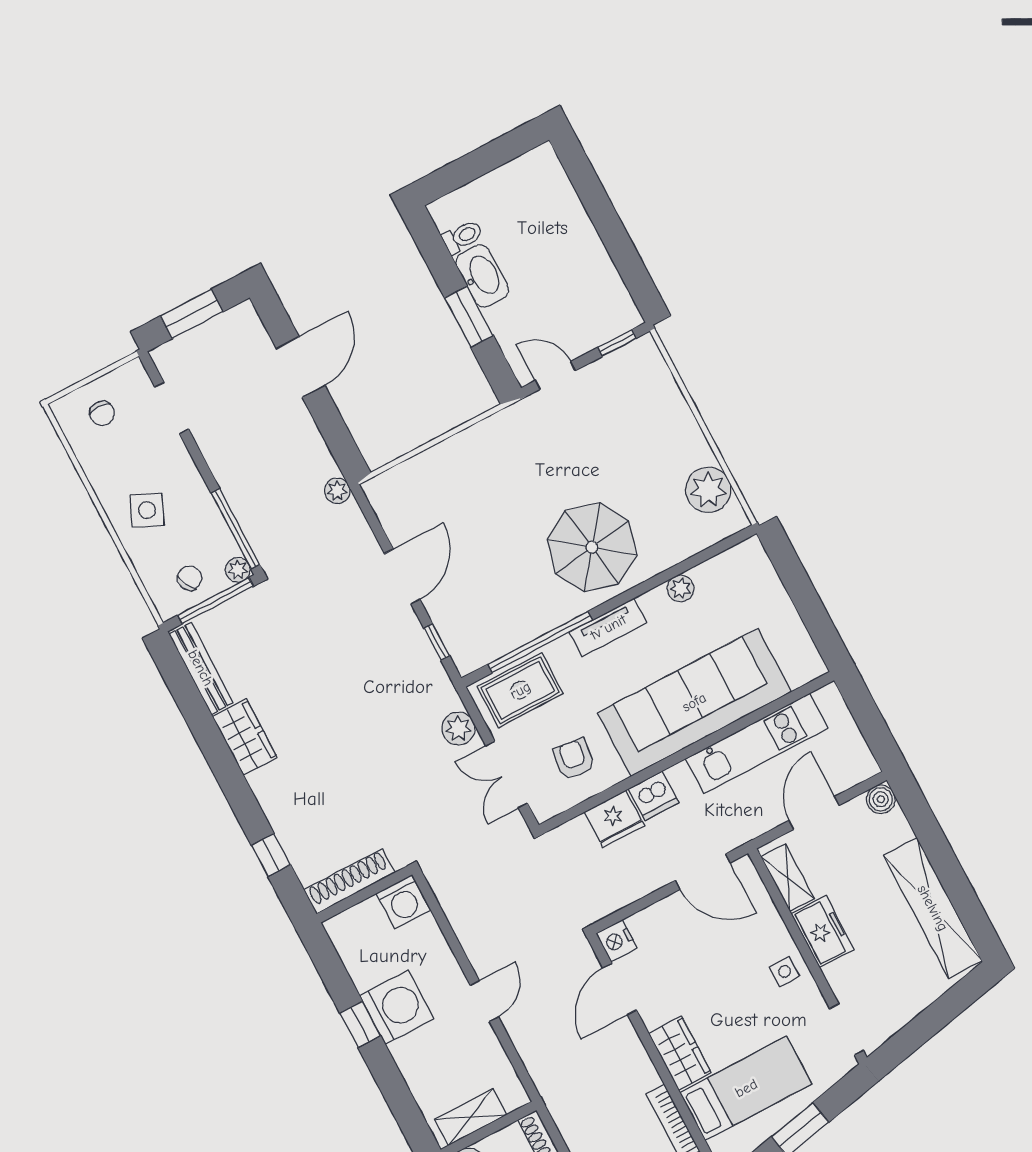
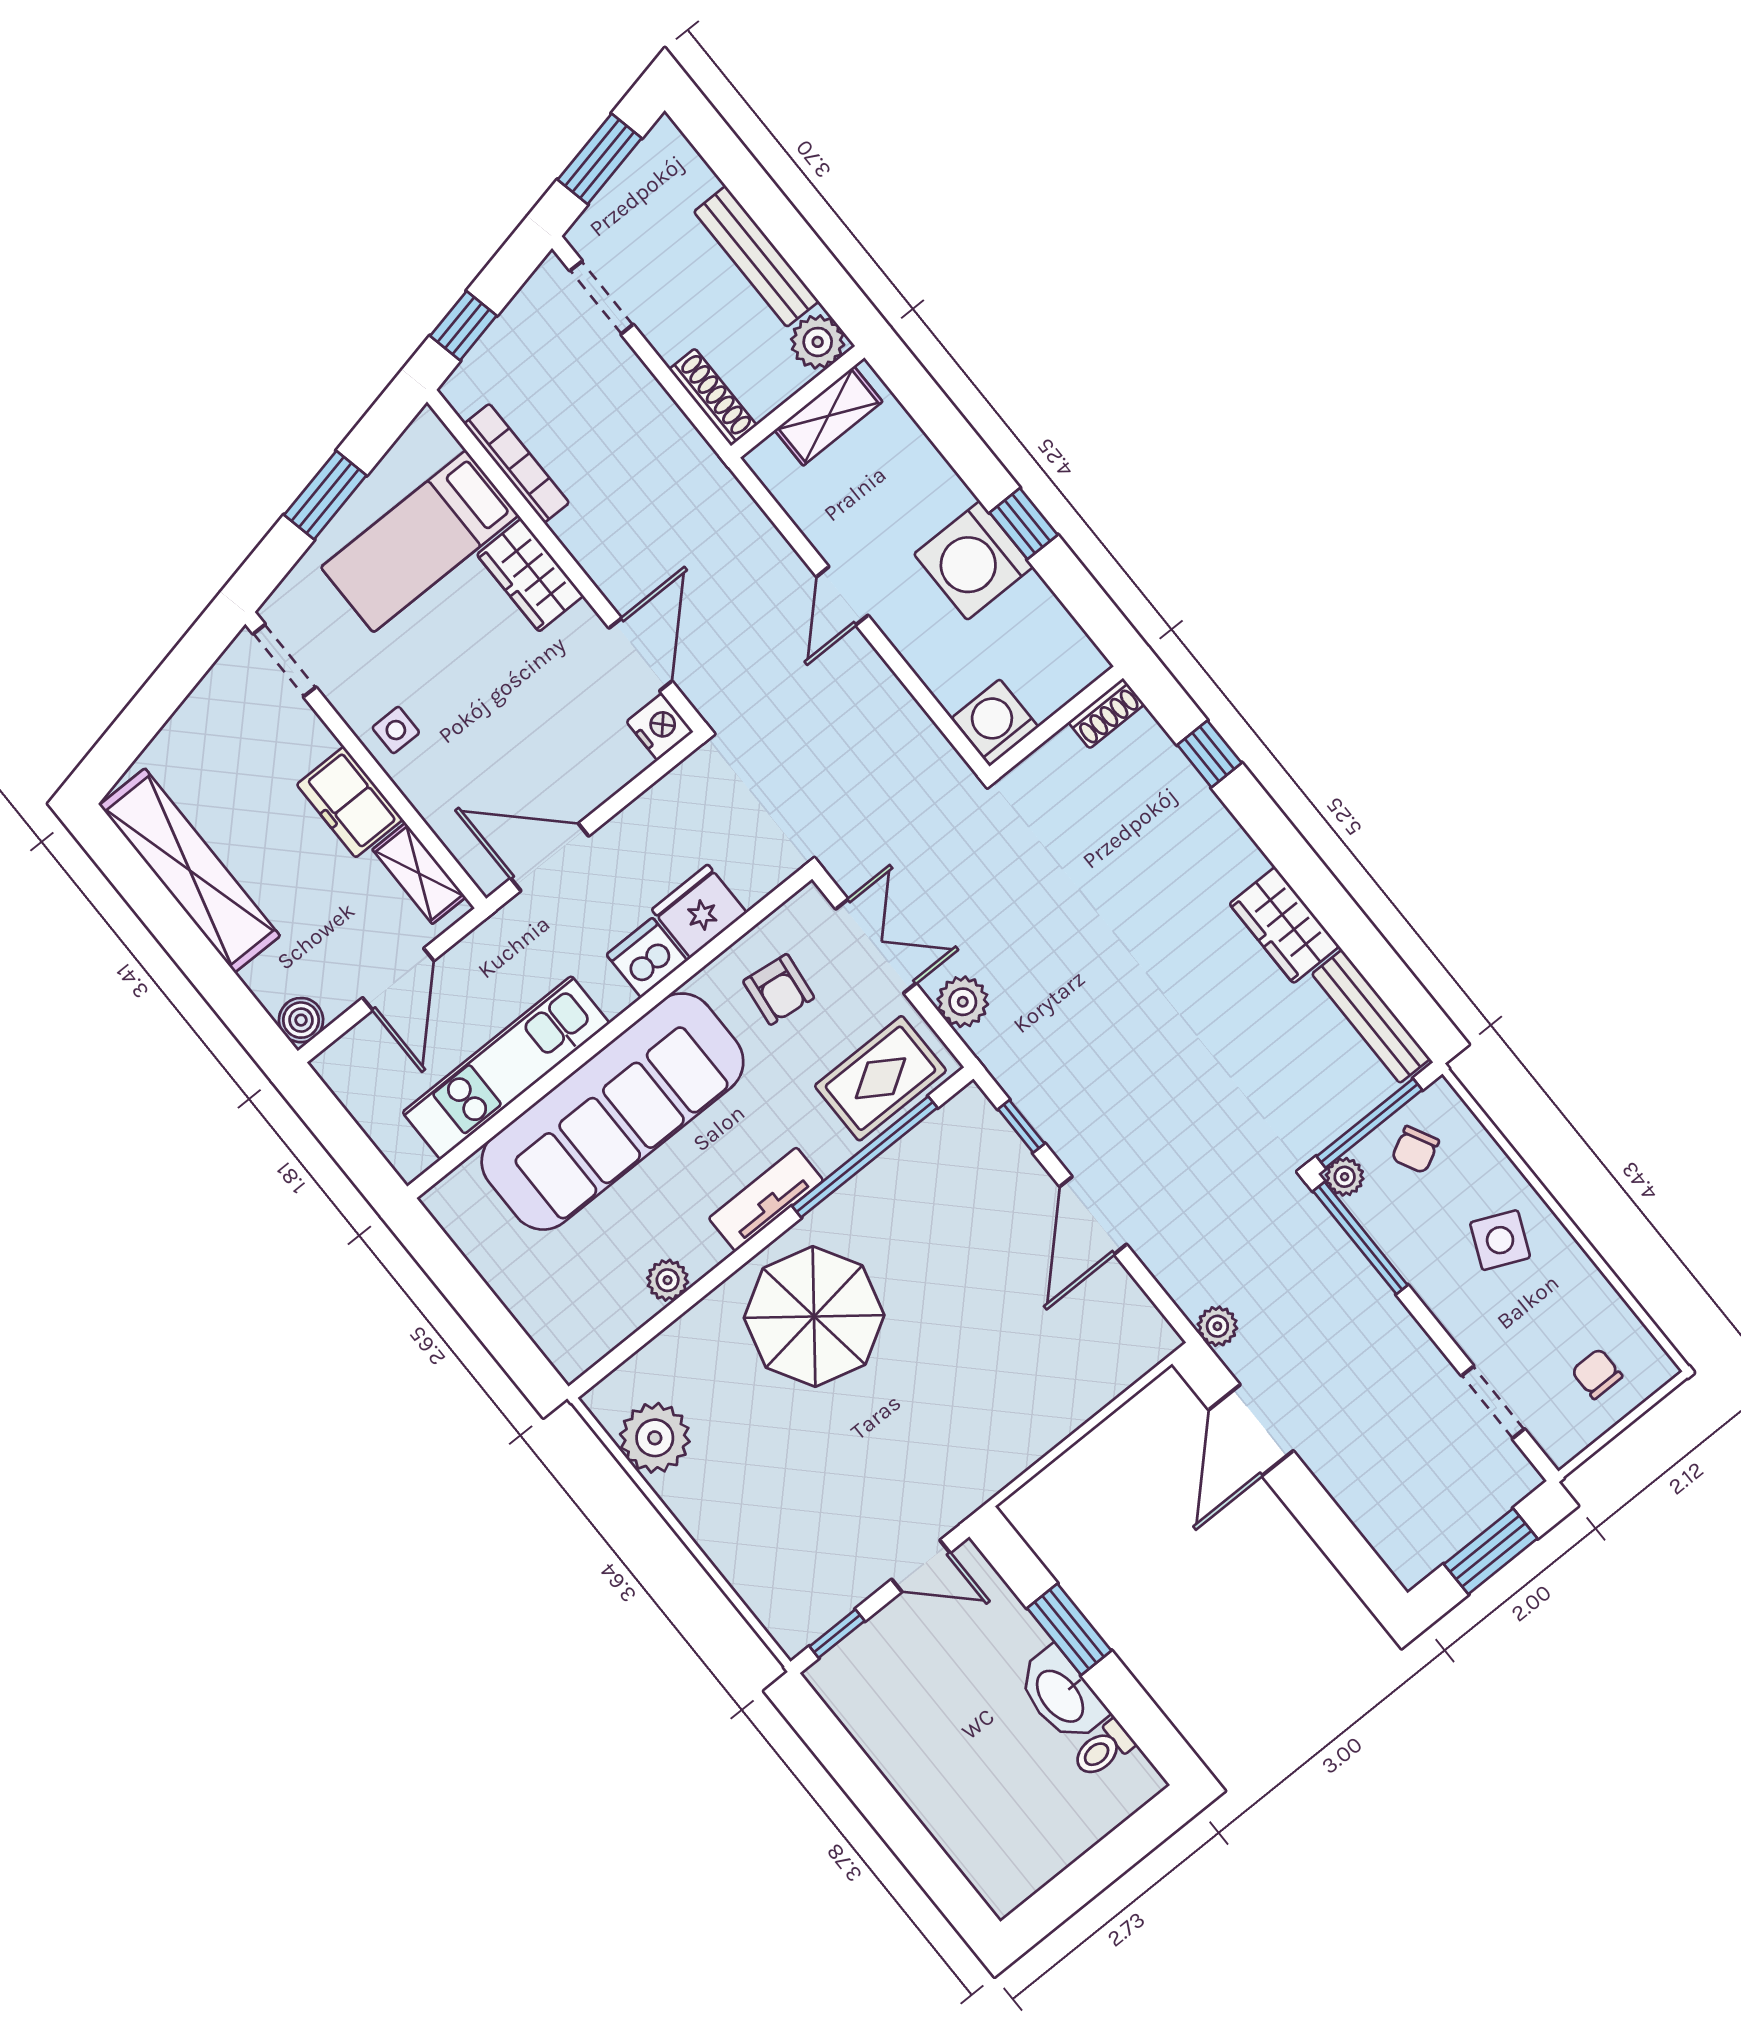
door: (301, 367) -> (1251, 1430), moved
shoe rack: (349, 881) -> (1106, 713), width x0.51, depth x0.81

